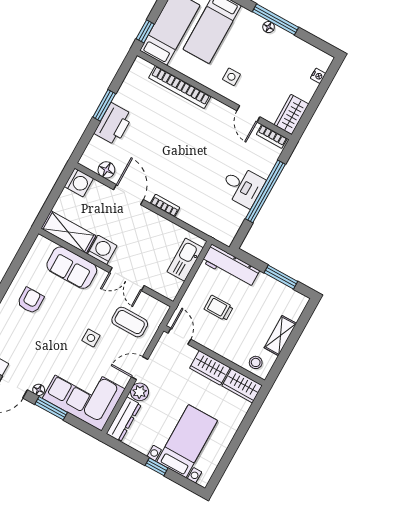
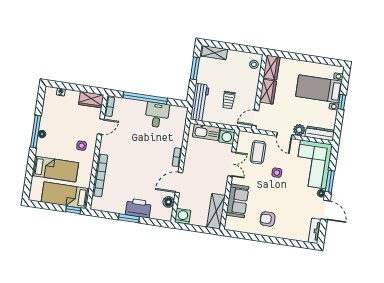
desk: (243, 186) -> (157, 115), moved
washing machine: (102, 250) -> (227, 136), moved, turned -90
shelving: (280, 336) -> (214, 53), moved

